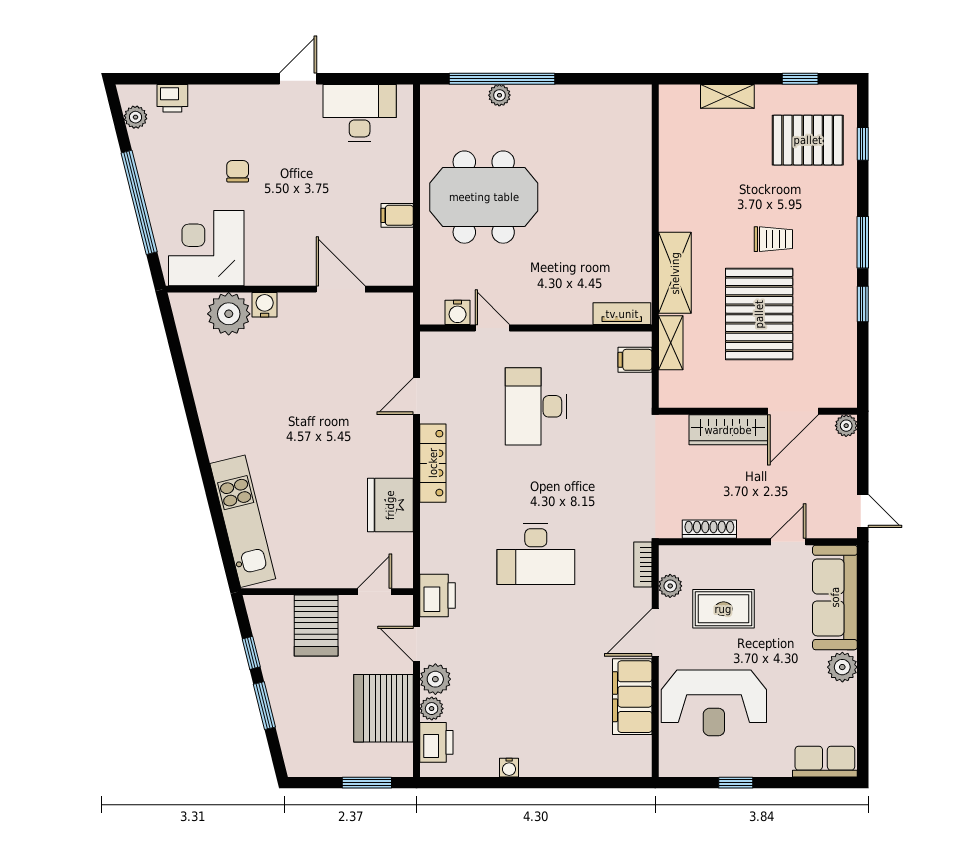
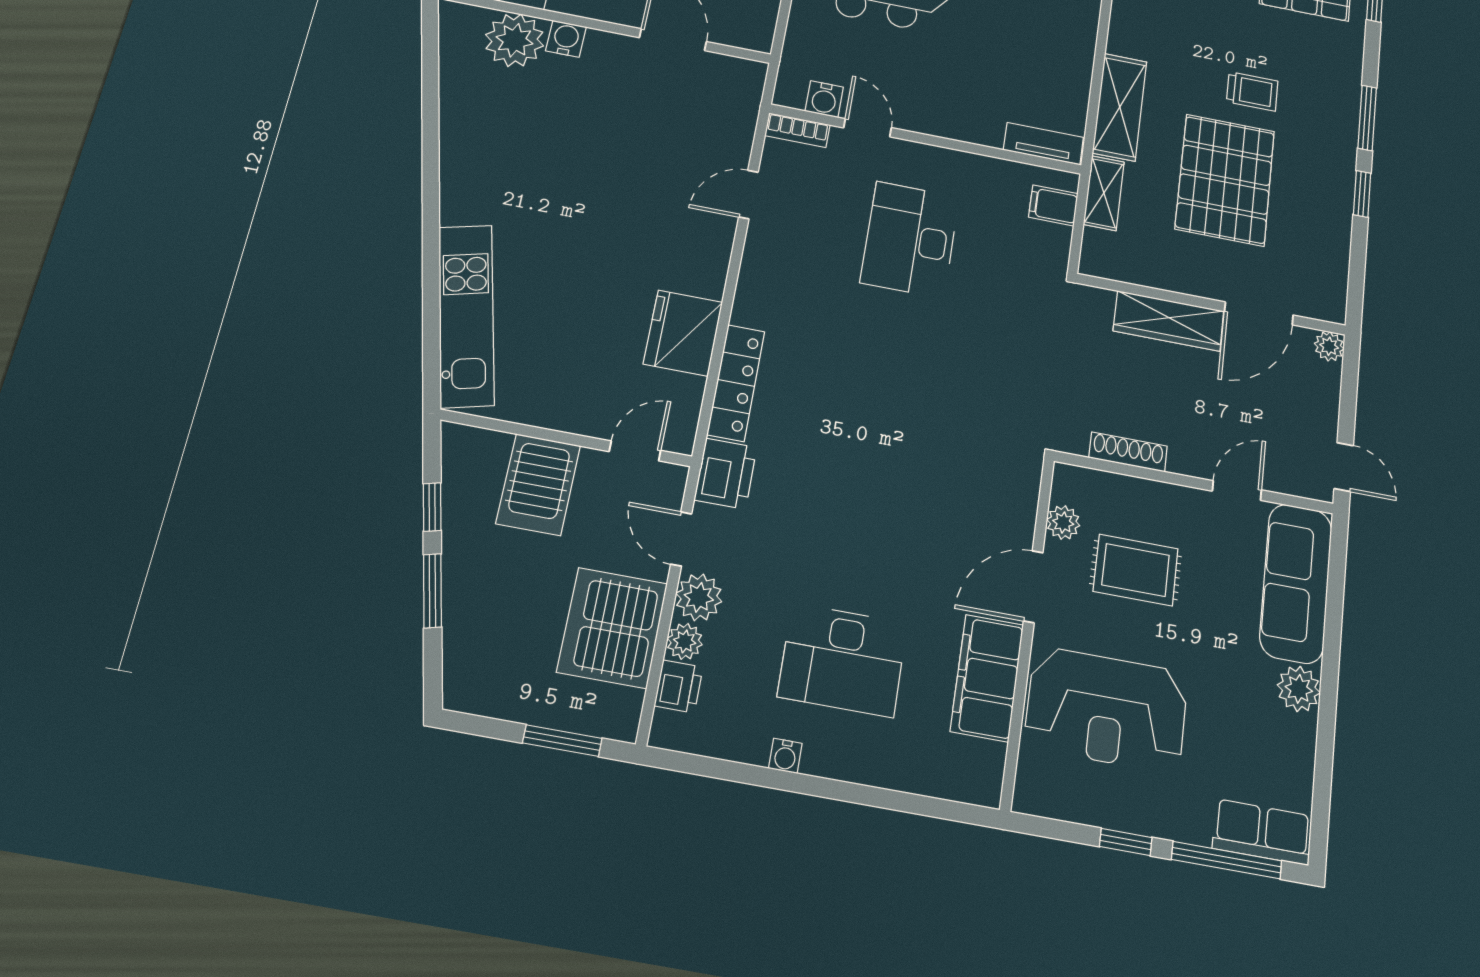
locker: (433, 463) -> (736, 383), moved
desk: (536, 554) -> (843, 660), moved
bookcase: (643, 564) -> (797, 130), moved, turned -90
printer: (436, 742) -> (679, 686), width x0.73, depth x0.81
window: (803, 783) -> (1227, 860), added

